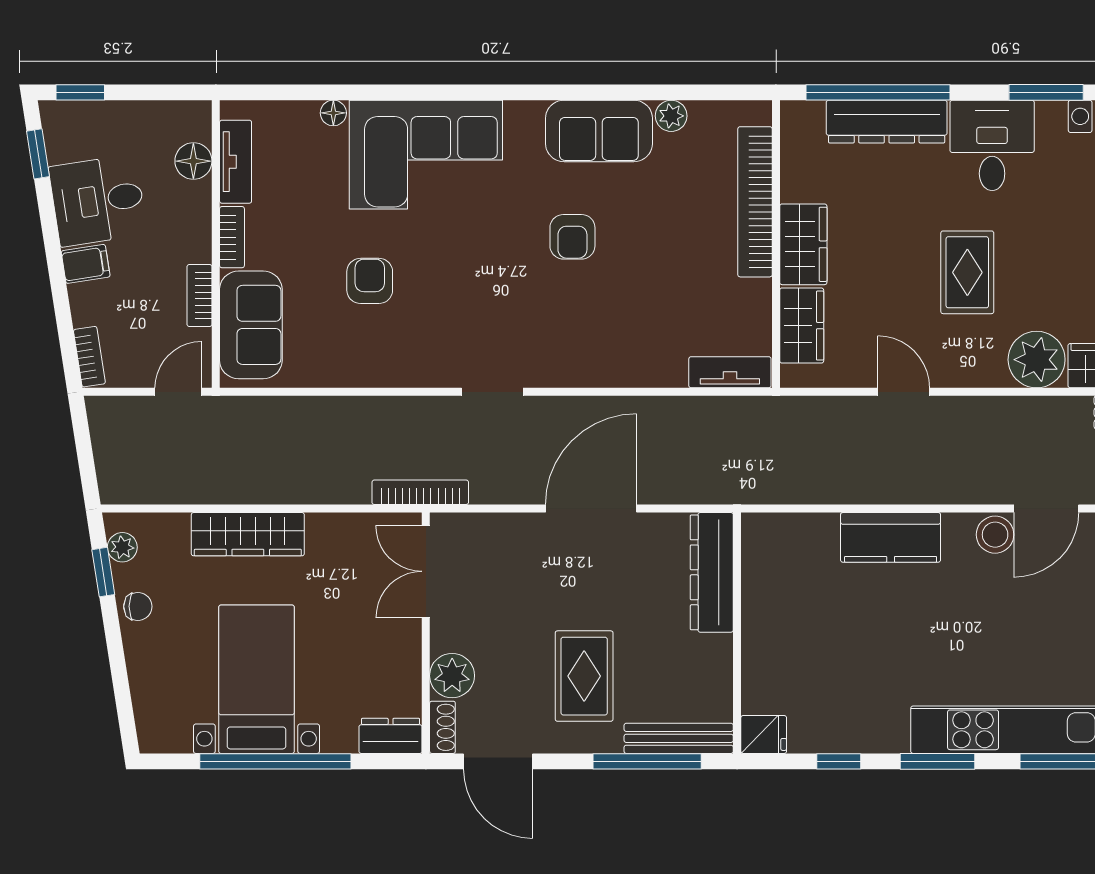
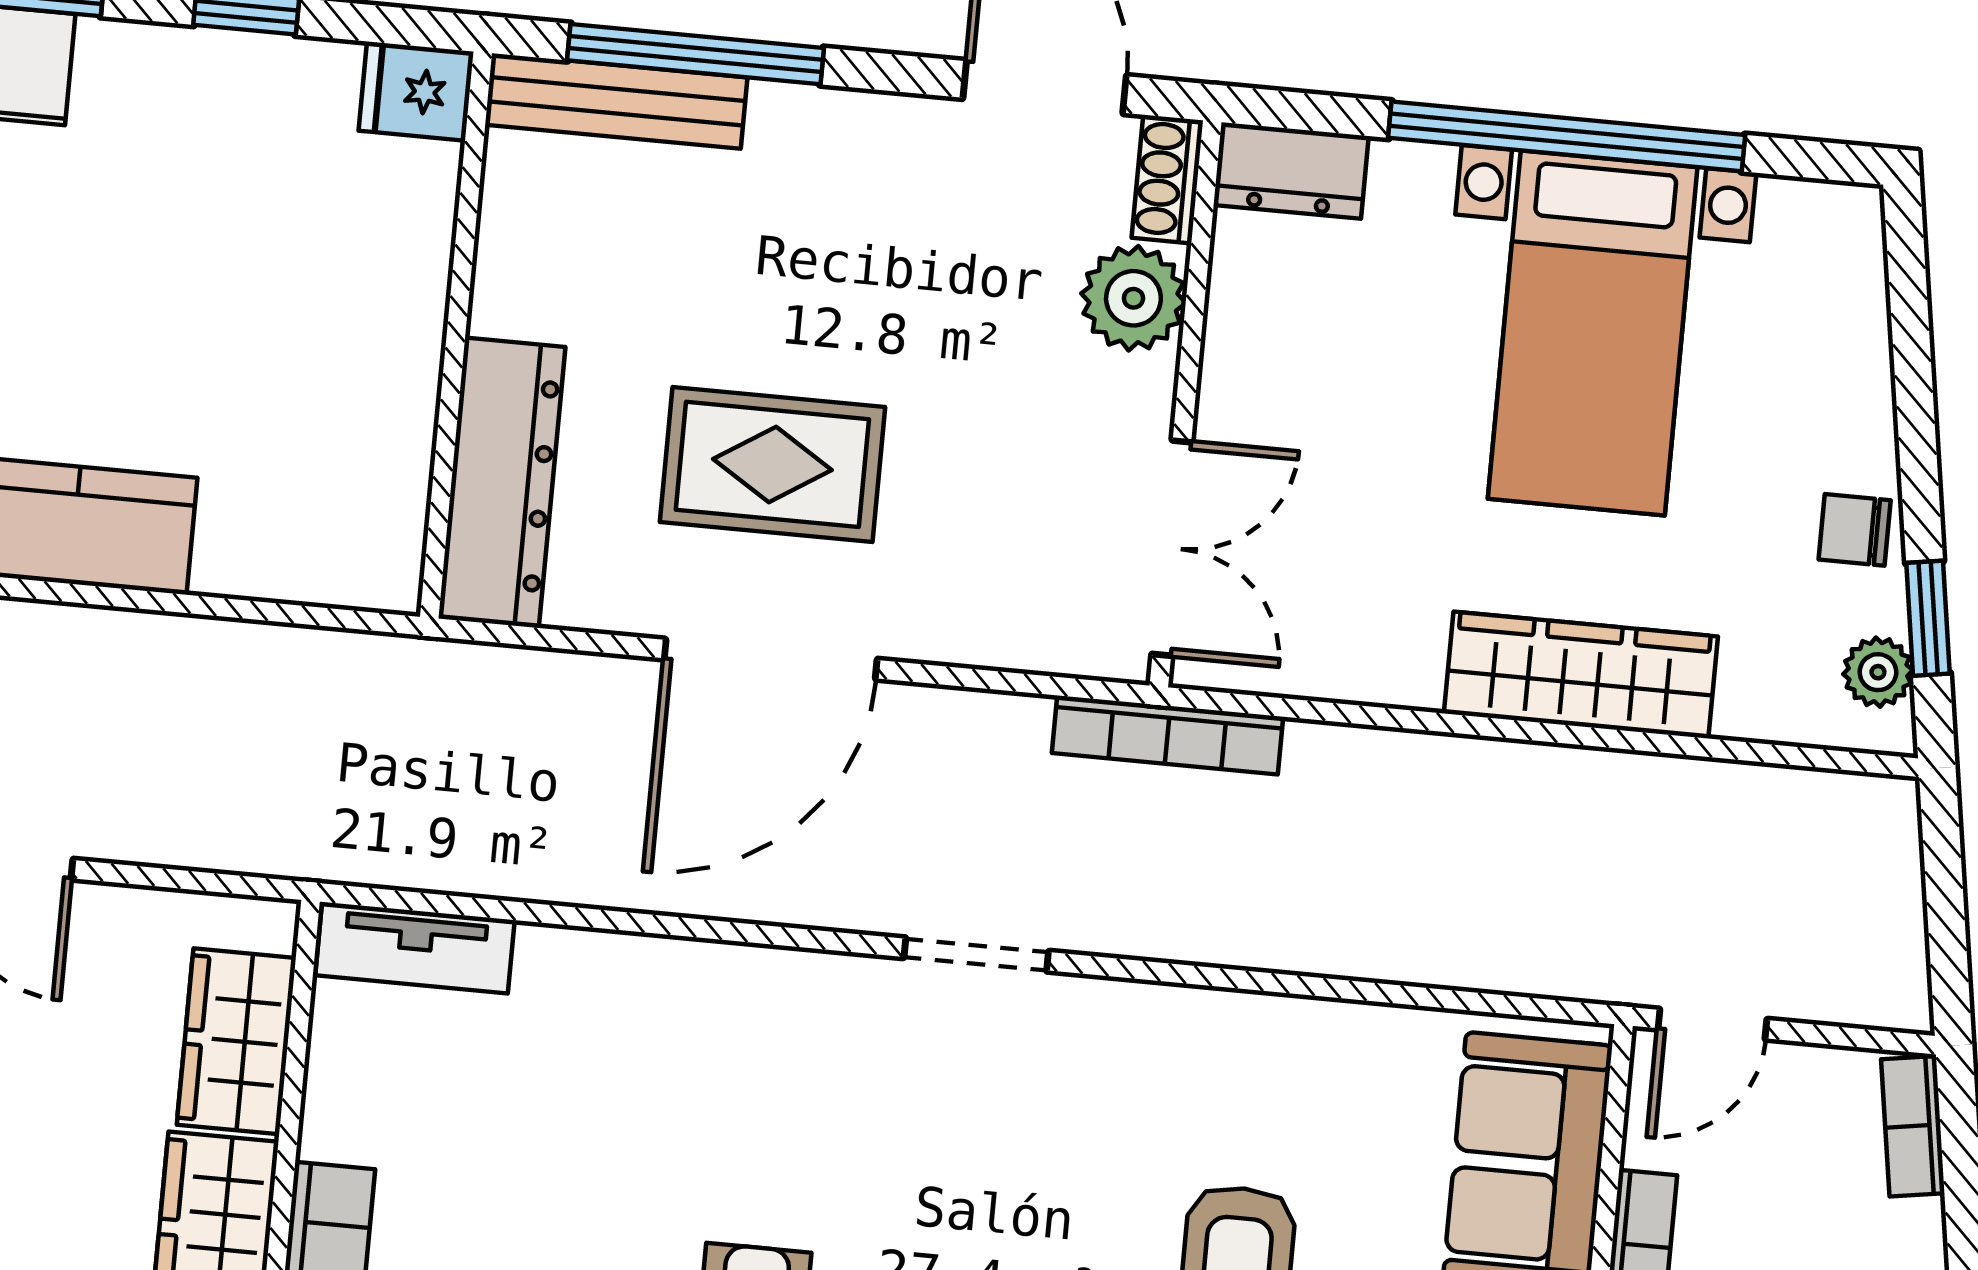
rug: (584, 676) -> (772, 464), moved, turned 90

